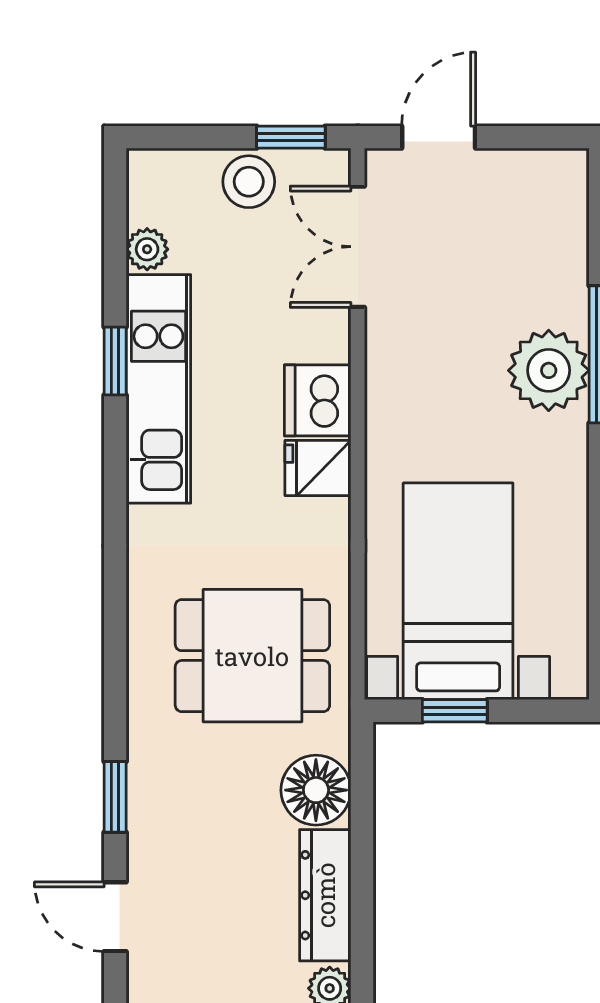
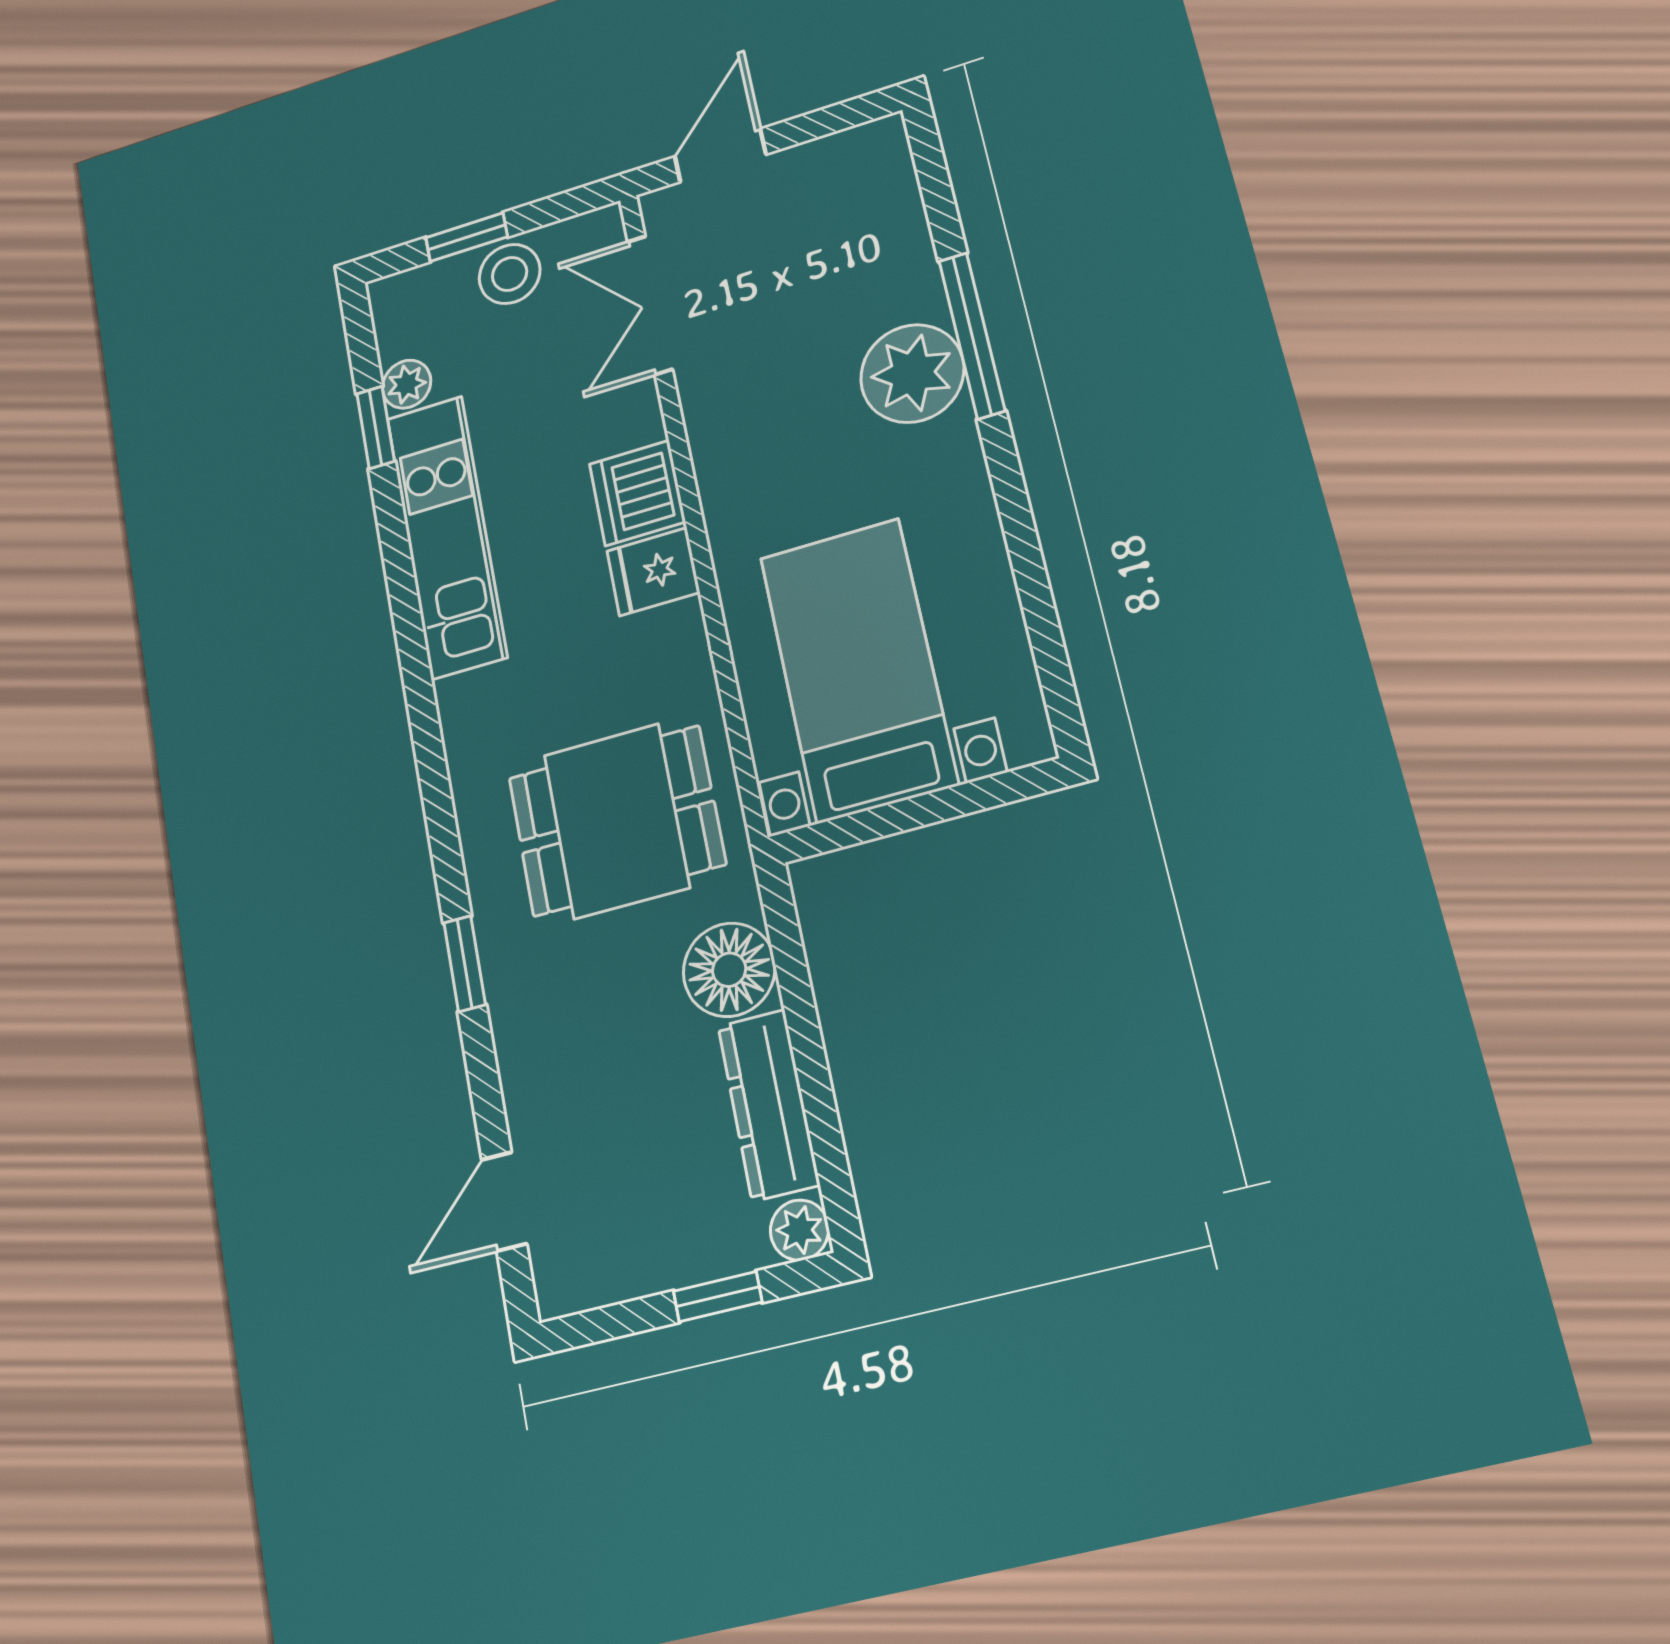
window: (291, 137) -> (467, 237), moved
window: (115, 361) -> (376, 427), moved
window: (455, 711) -> (887, 820), removed
window: (115, 797) -> (465, 964), moved
door: (115, 917) -> (504, 1202), hinge flipped

